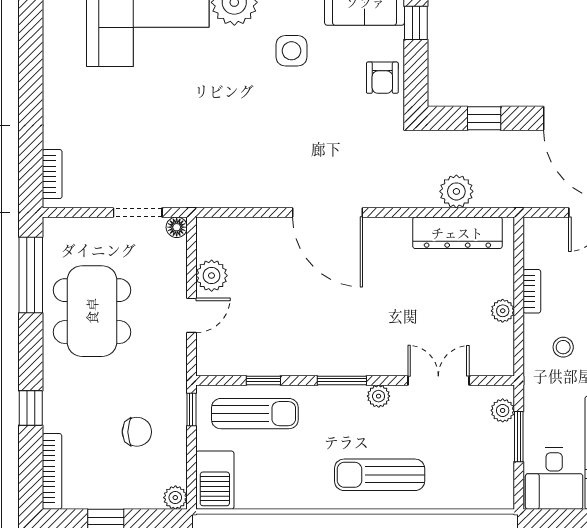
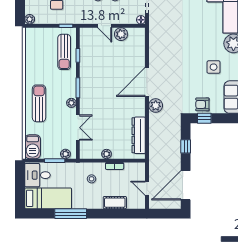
window: (416, 23) -> (204, 118), moved
plant: (456, 191) -> (156, 106), moved
barbecue: (215, 480) -> (33, 147), moved, turned -90

